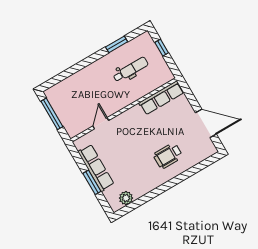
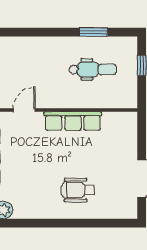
row of seats: (161, 98) -> (73, 121), moved

